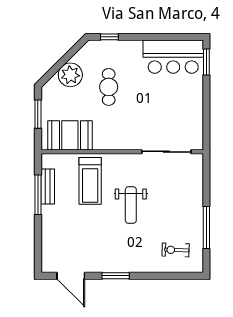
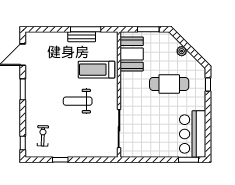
plant: (70, 75) -> (182, 51), width x0.53, depth x0.53
cafe table: (109, 87) -> (169, 84), width x1.37, depth x1.35
bench: (48, 186) -> (82, 37), moved
window: (206, 227) -> (60, 160), width x0.46
window: (185, 276) -> (23, 143), added

